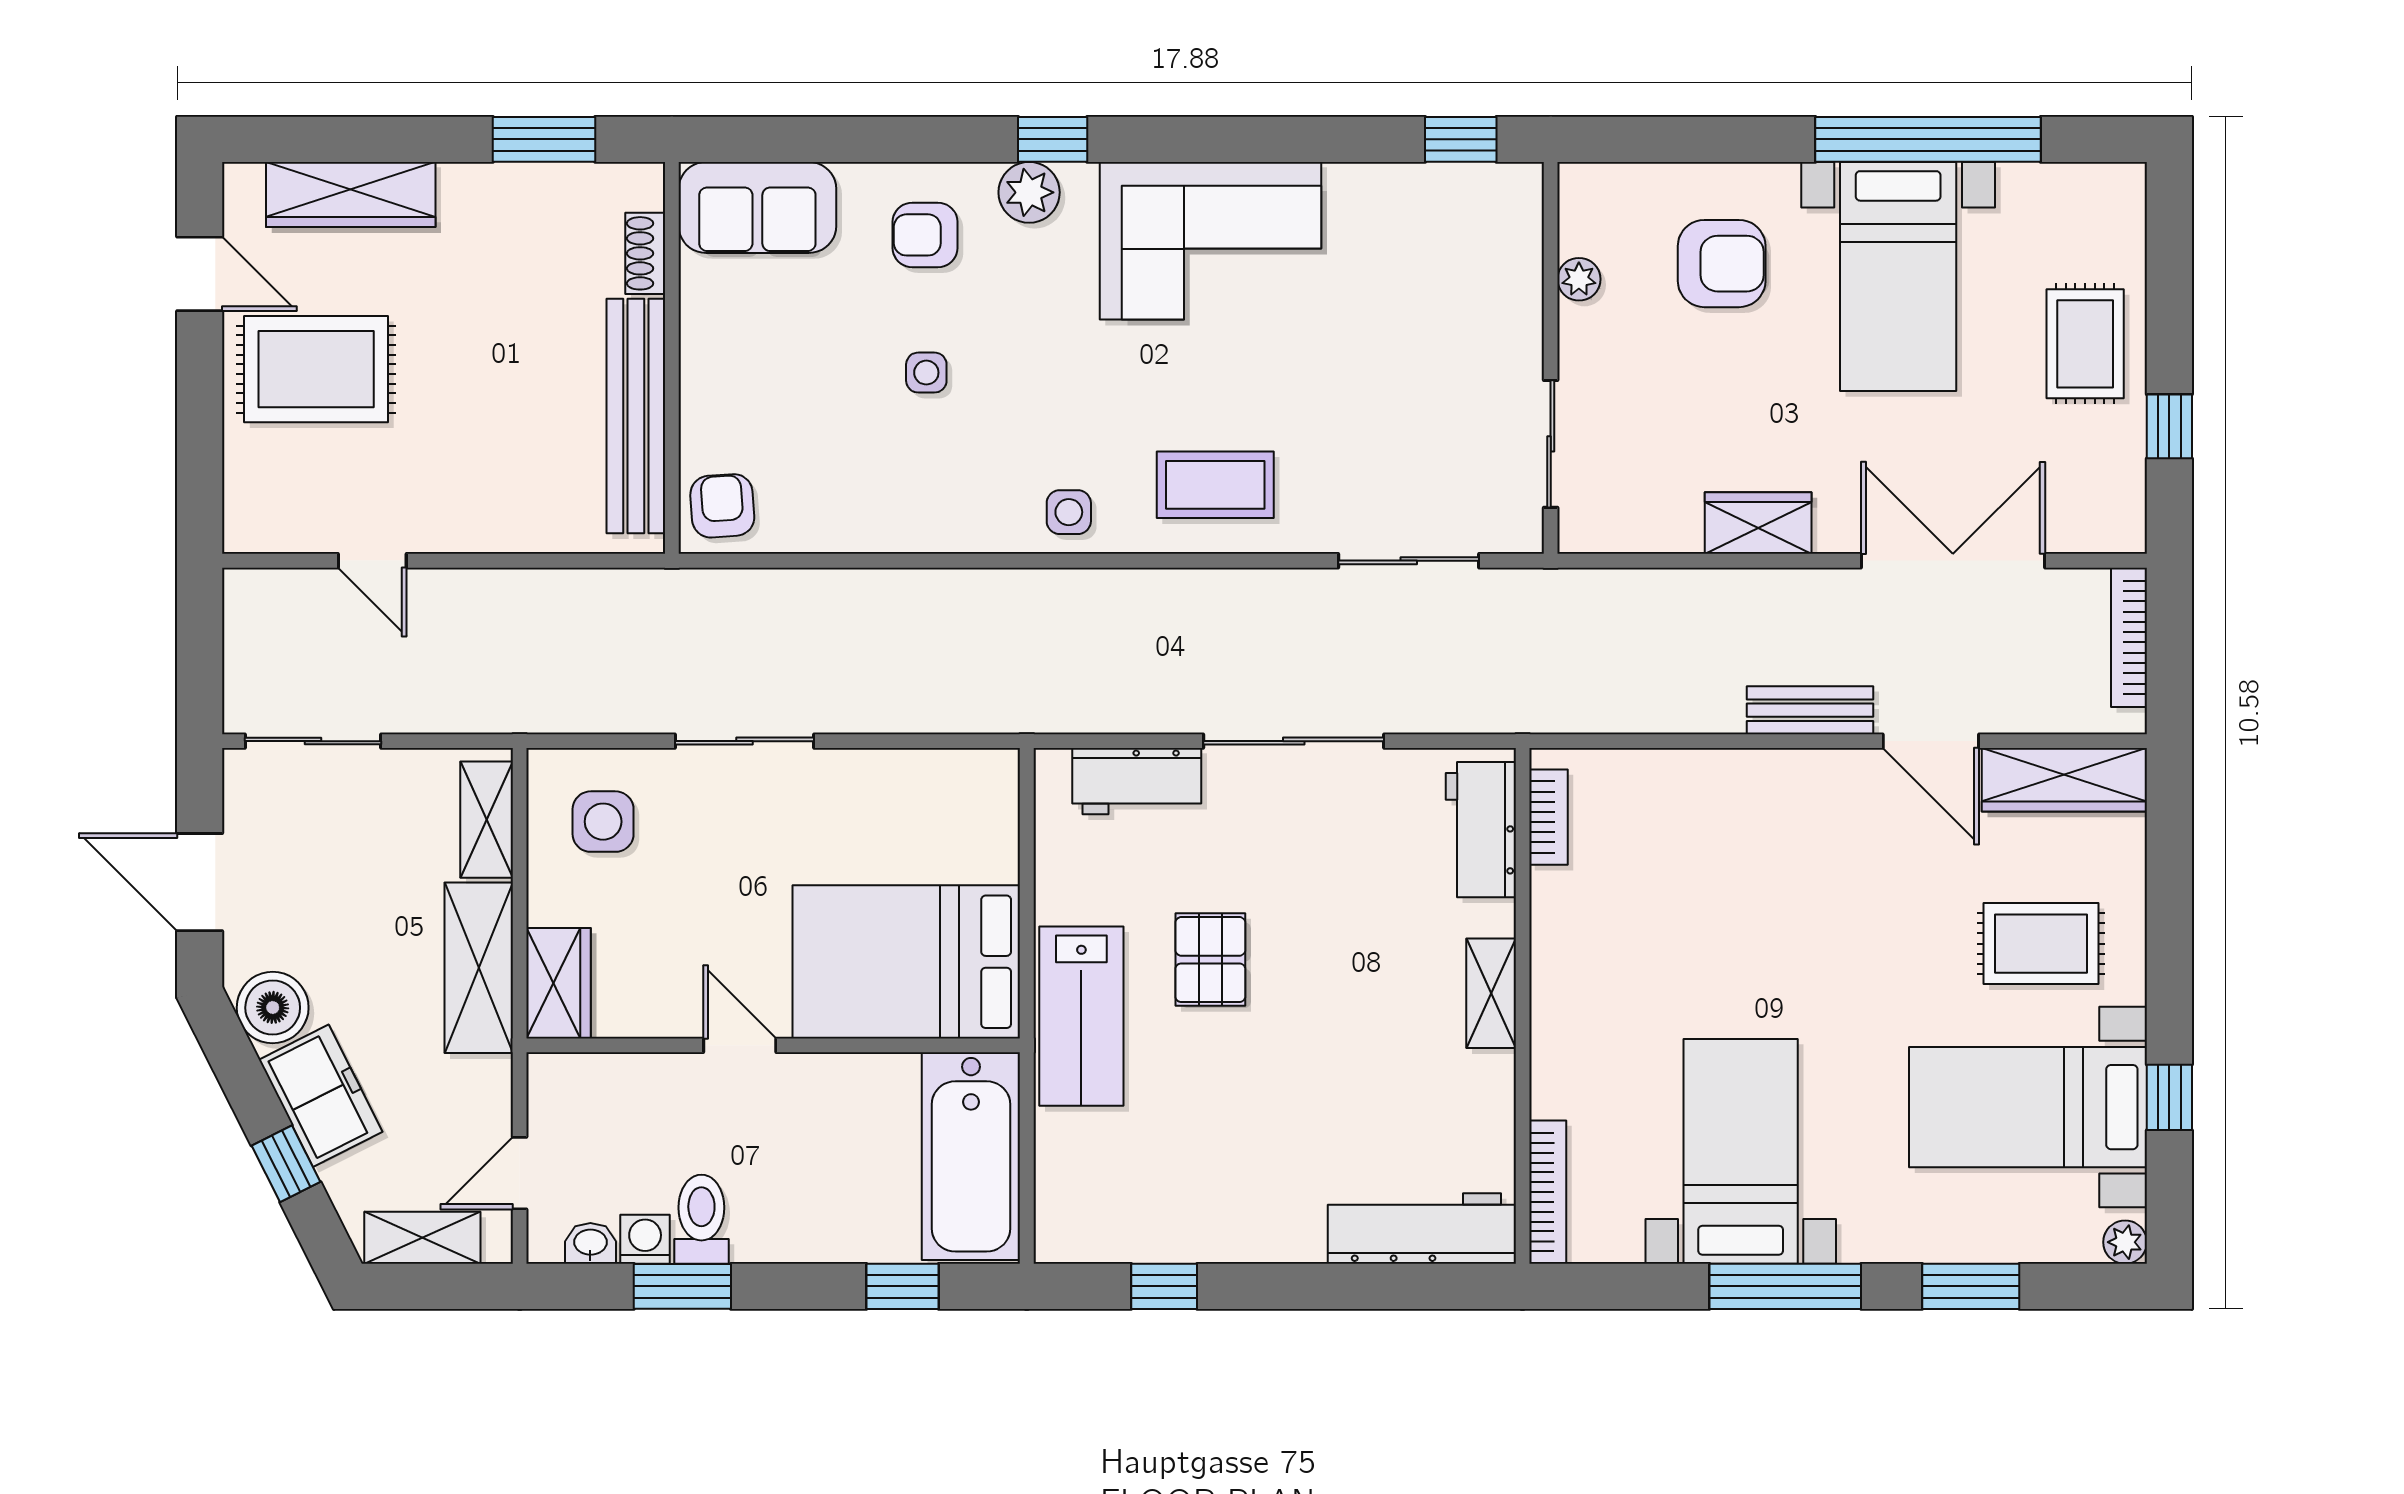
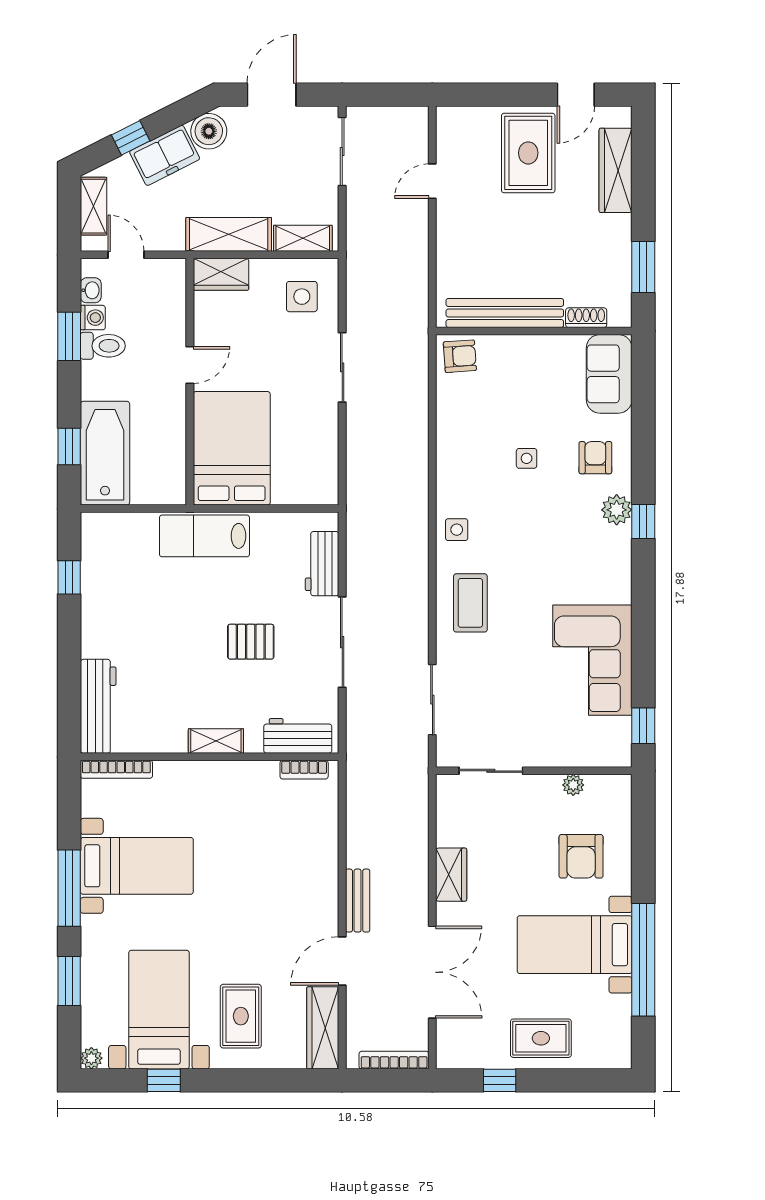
corner sofa: (1210, 241) -> (592, 660), moved
pallet: (1210, 960) -> (251, 642), moved
bathtub: (971, 1156) -> (105, 453), moved, turned 90

